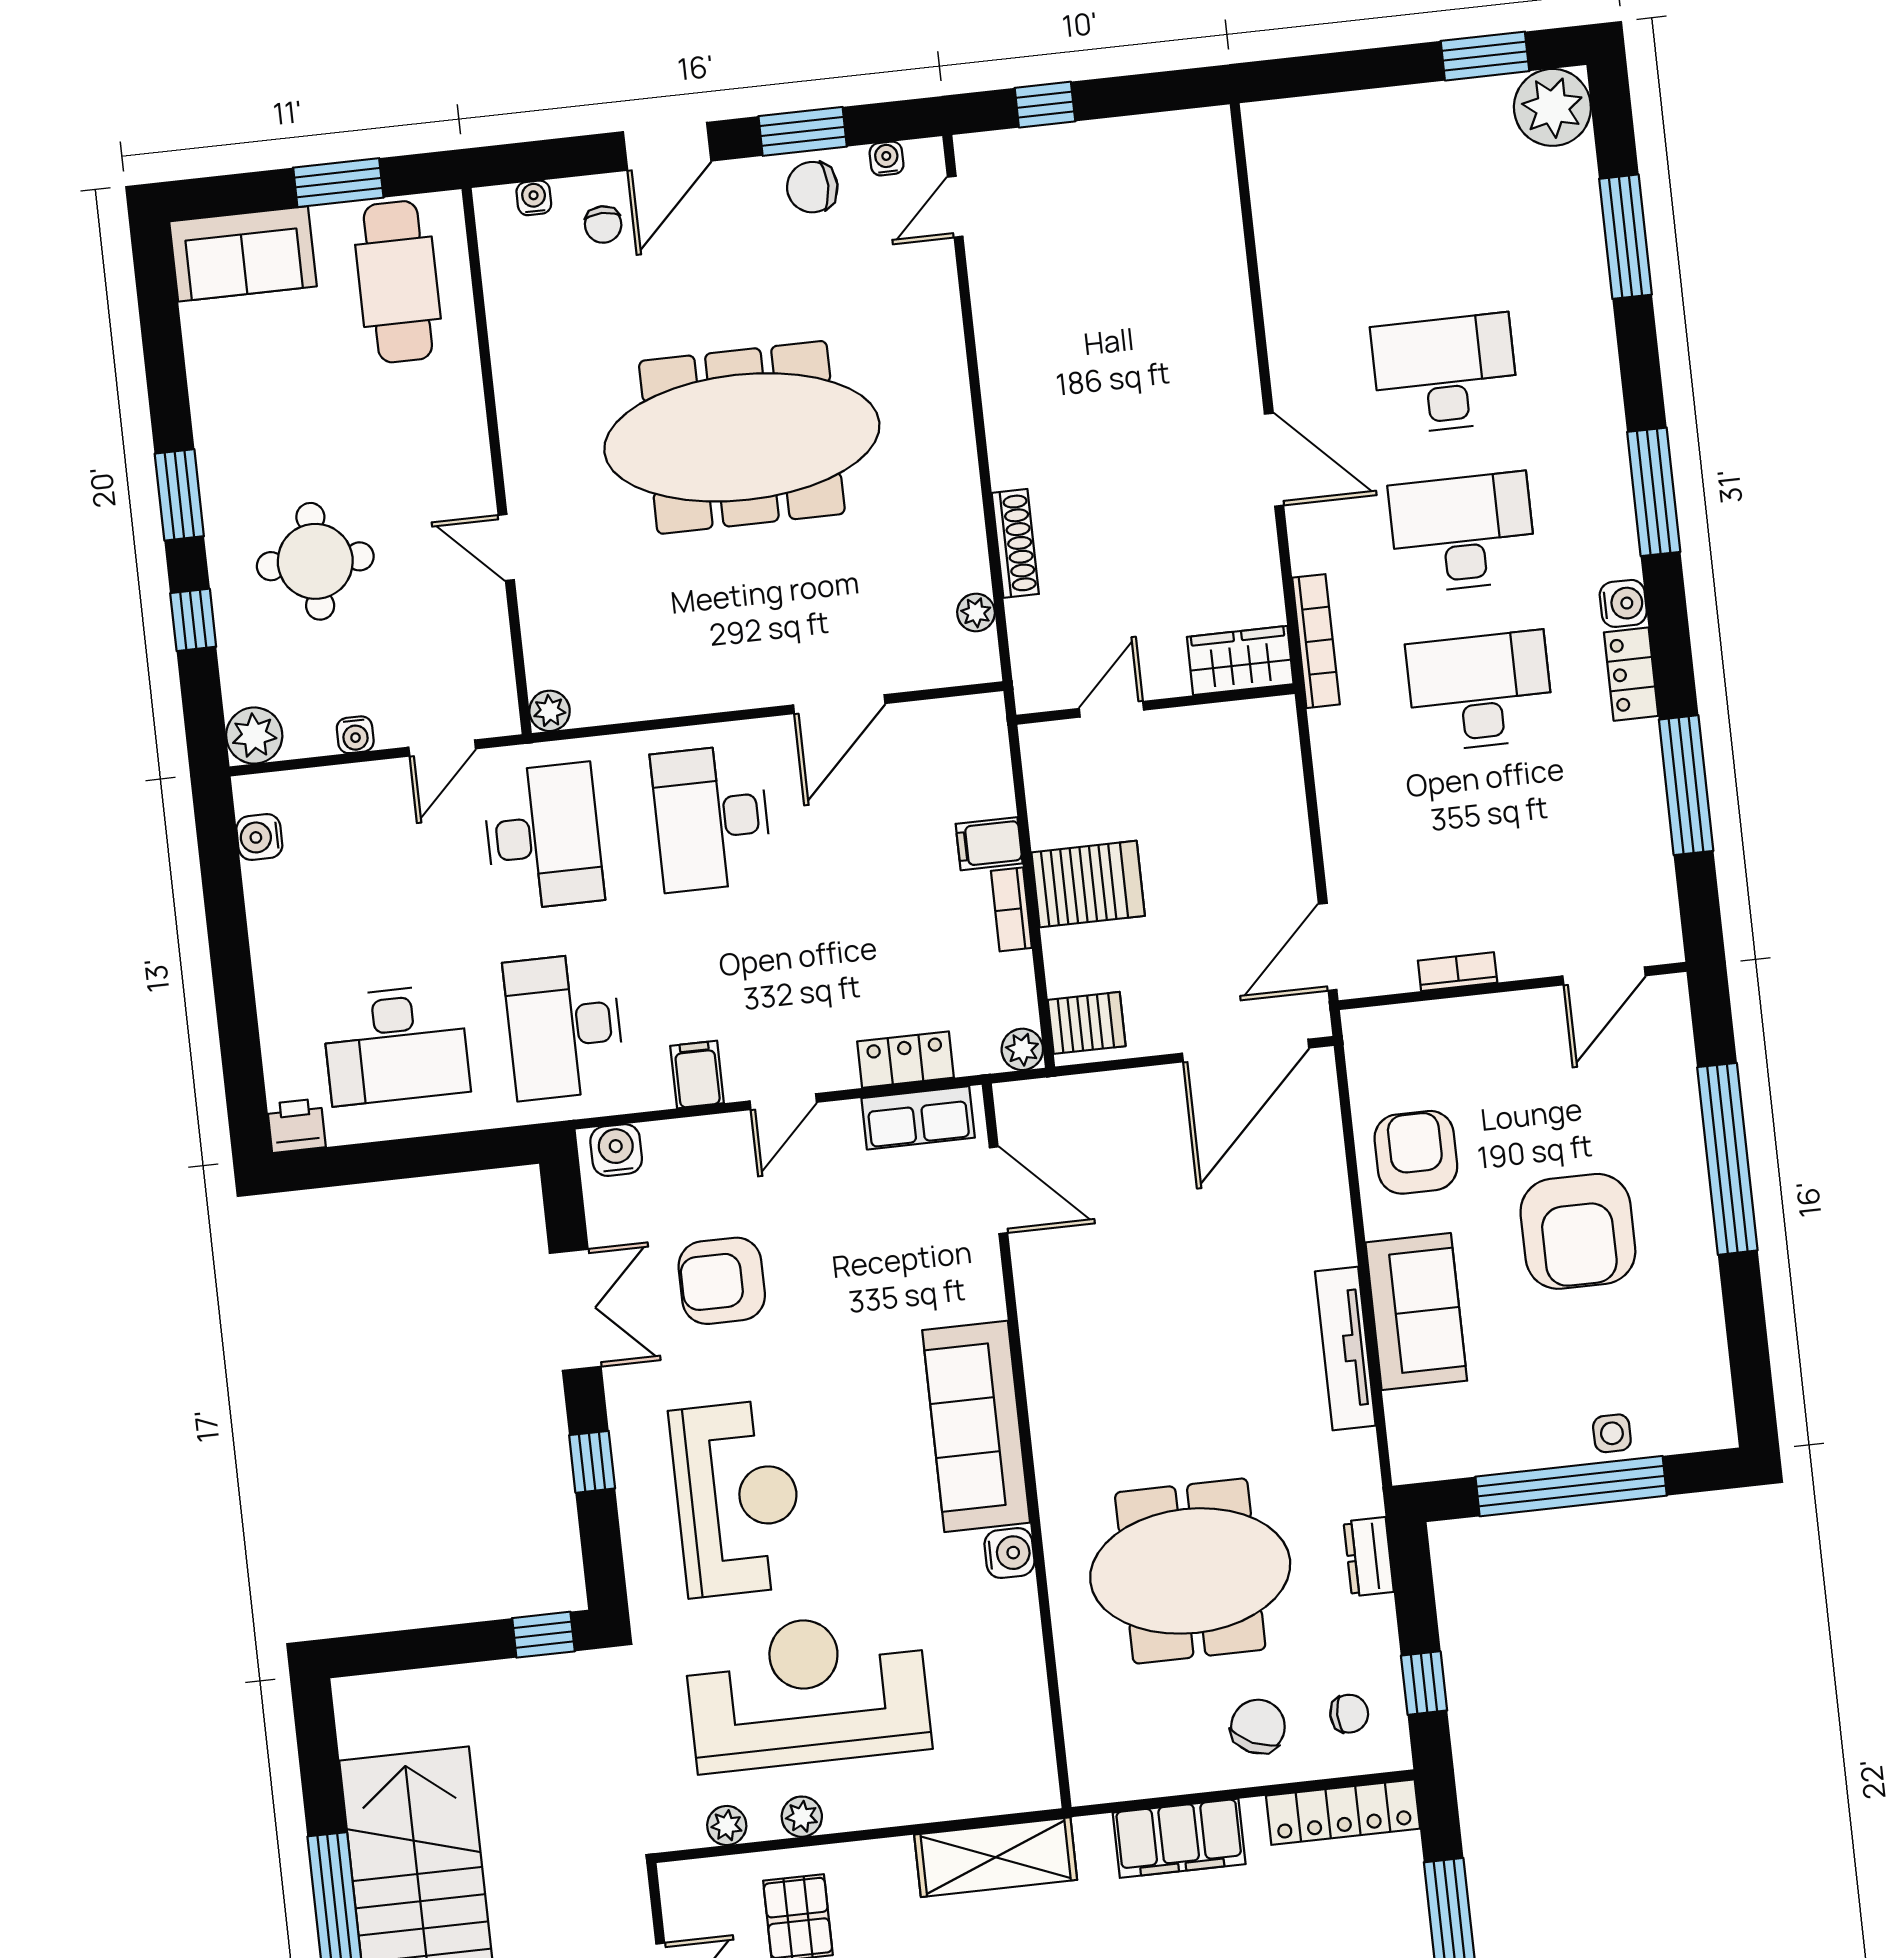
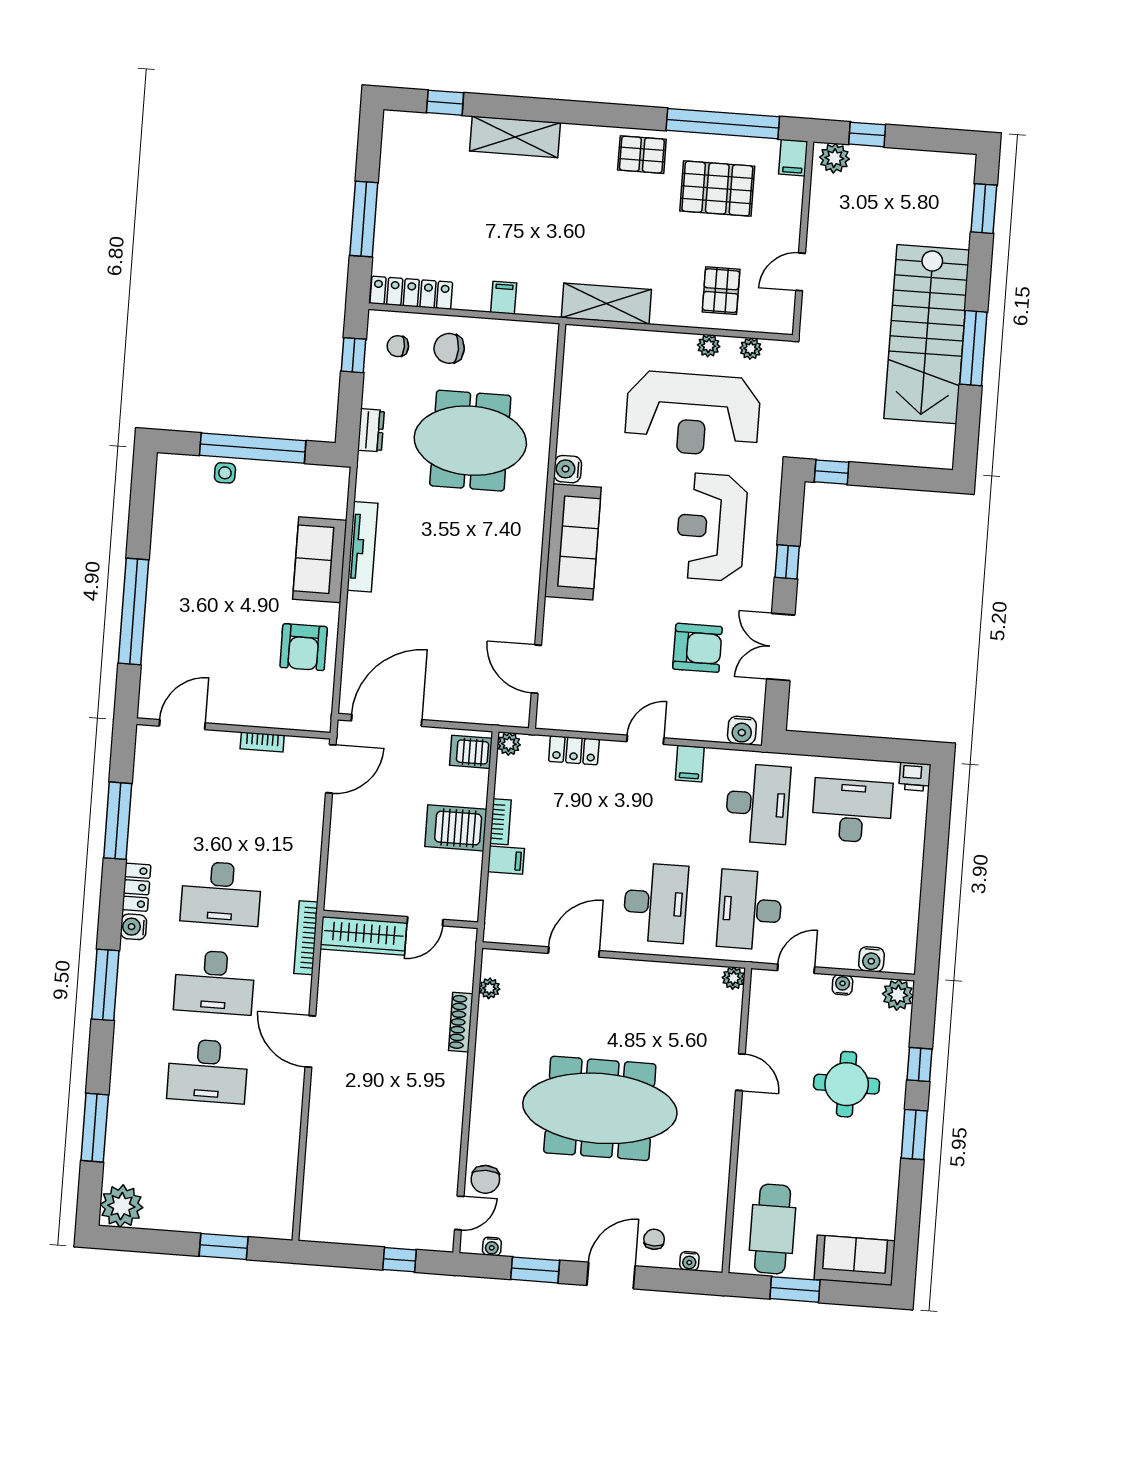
window: (1485, 56) -> (224, 1246), moved
chair: (812, 187) -> (485, 1179), moved, turned 90
wardrobe: (1240, 661) -> (364, 936), width x1.50
water cooler: (259, 837) -> (871, 959), moved, turned 90
row of seats: (918, 1118) -> (573, 717), removed
armchair: (1578, 1231) -> (223, 587), removed
chair: (1258, 1727) -> (449, 348), turned 65
filing cabinet: (1179, 1838) -> (504, 298), width x0.33, depth x0.86

